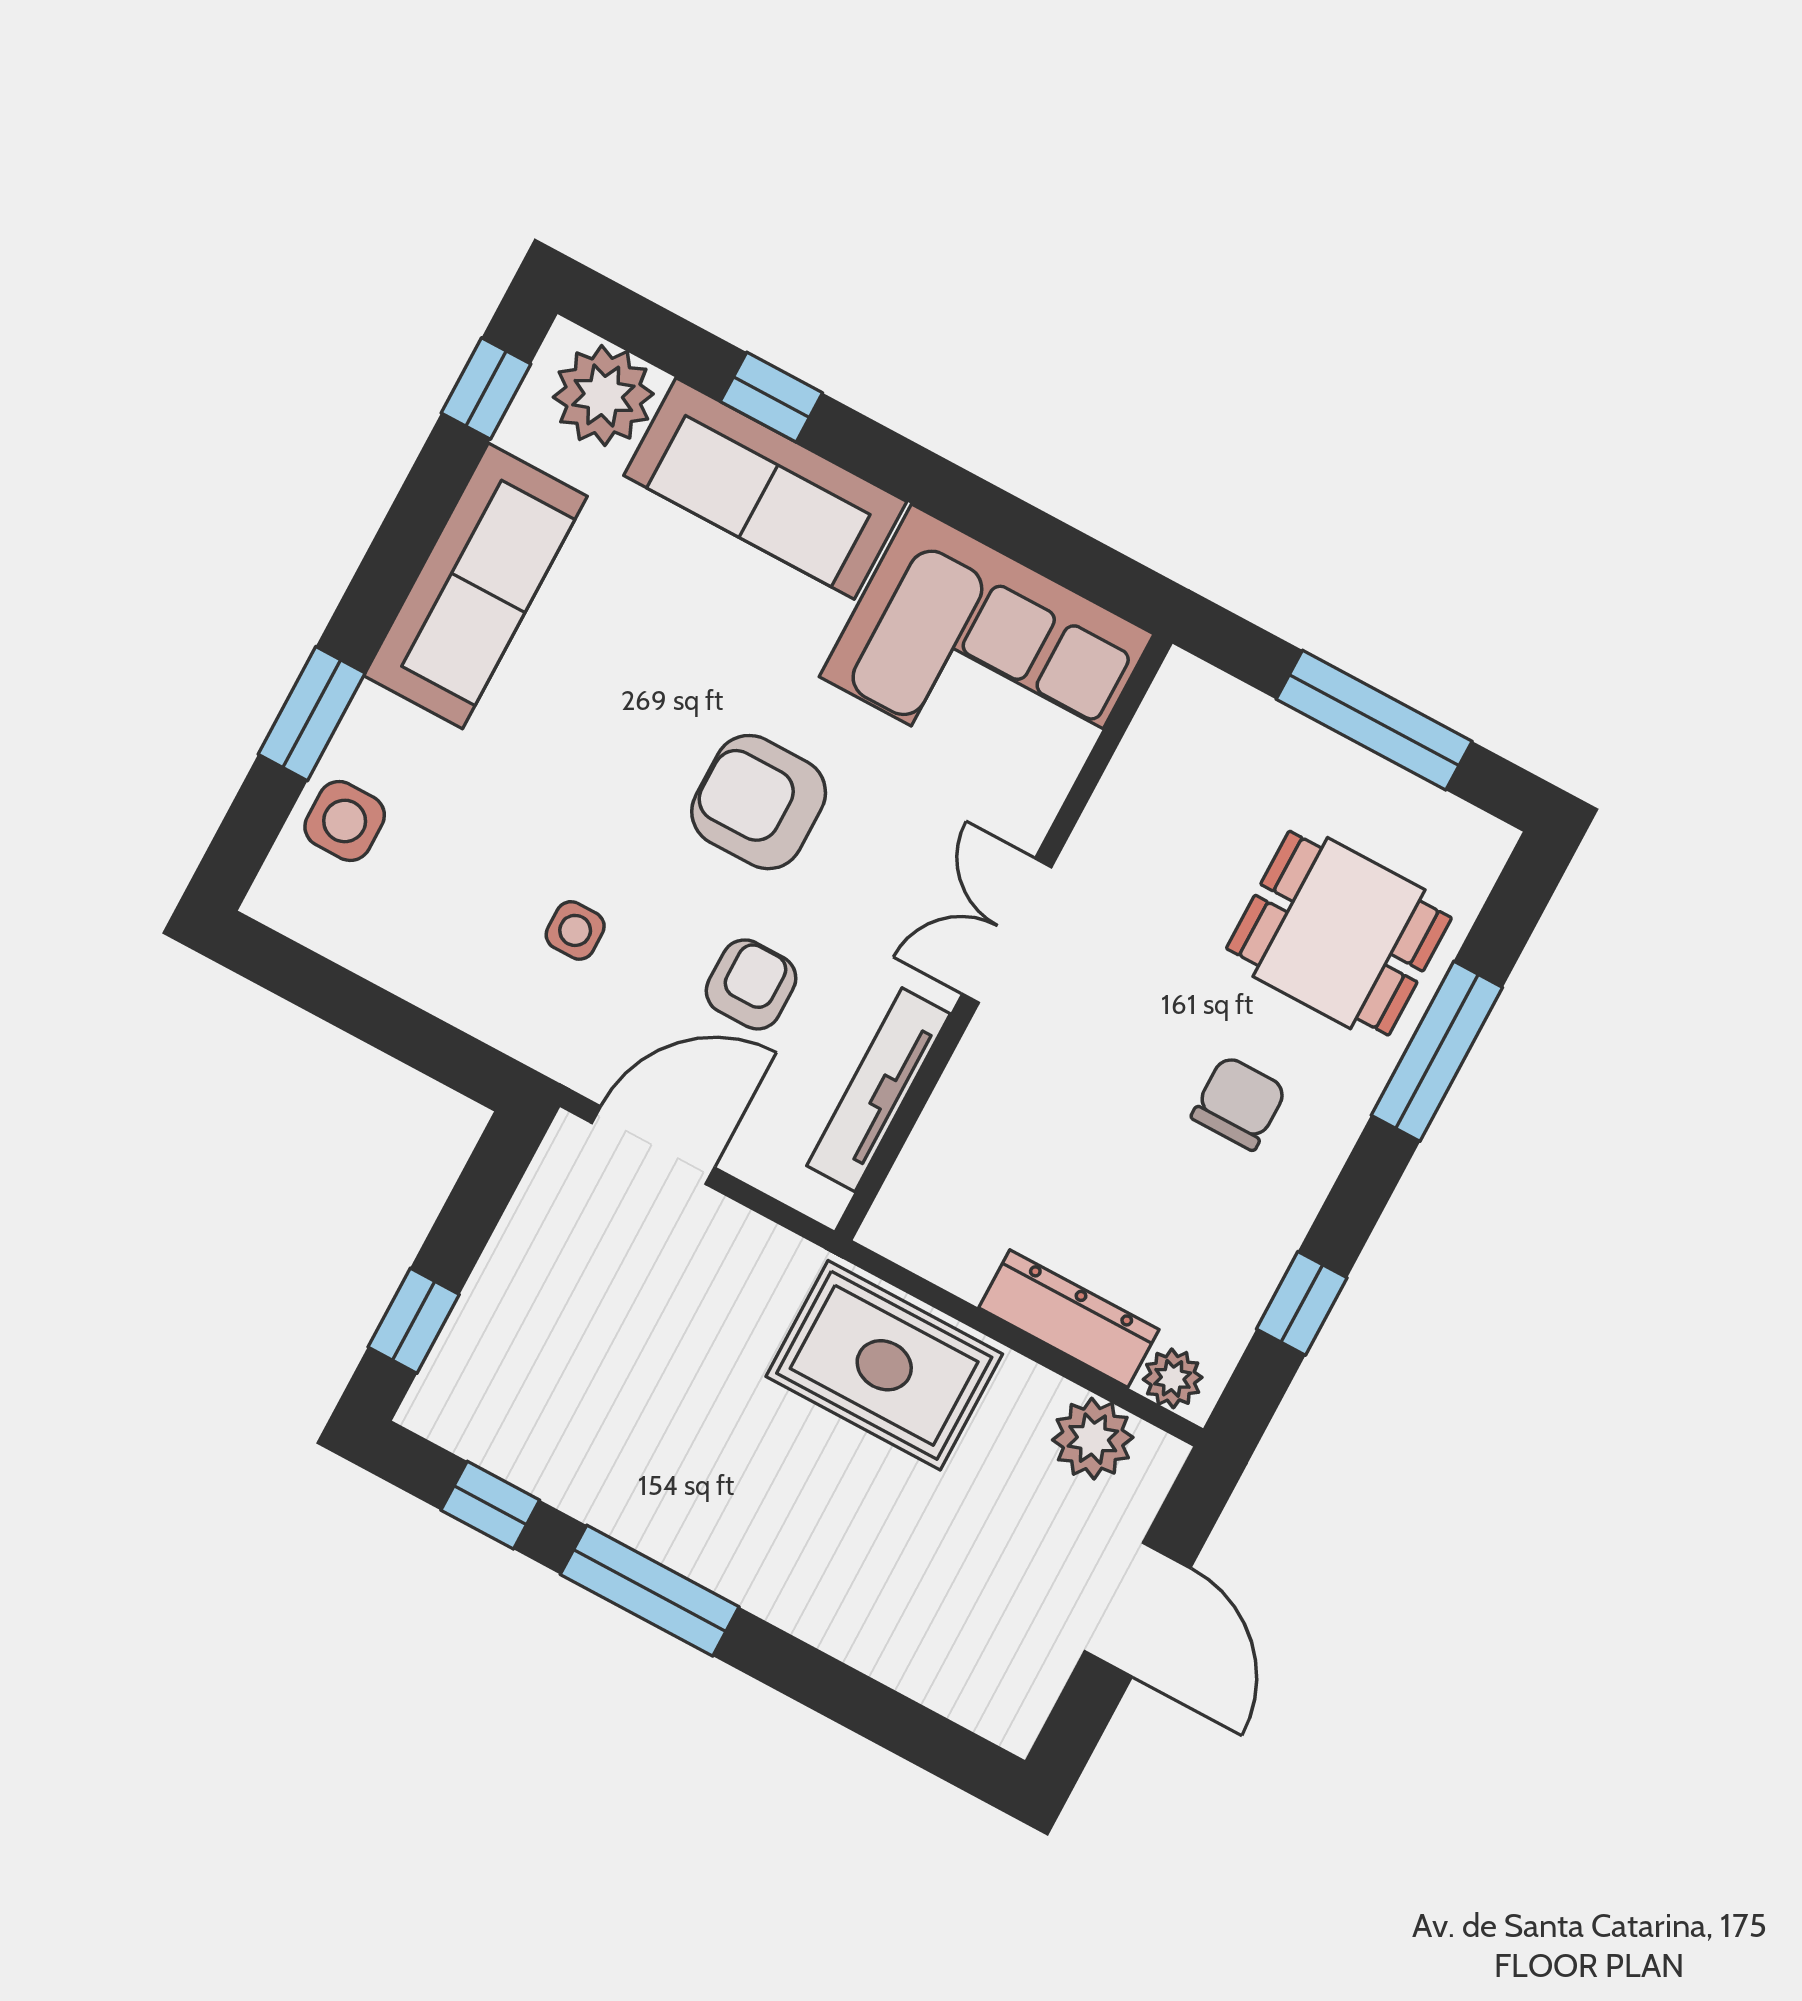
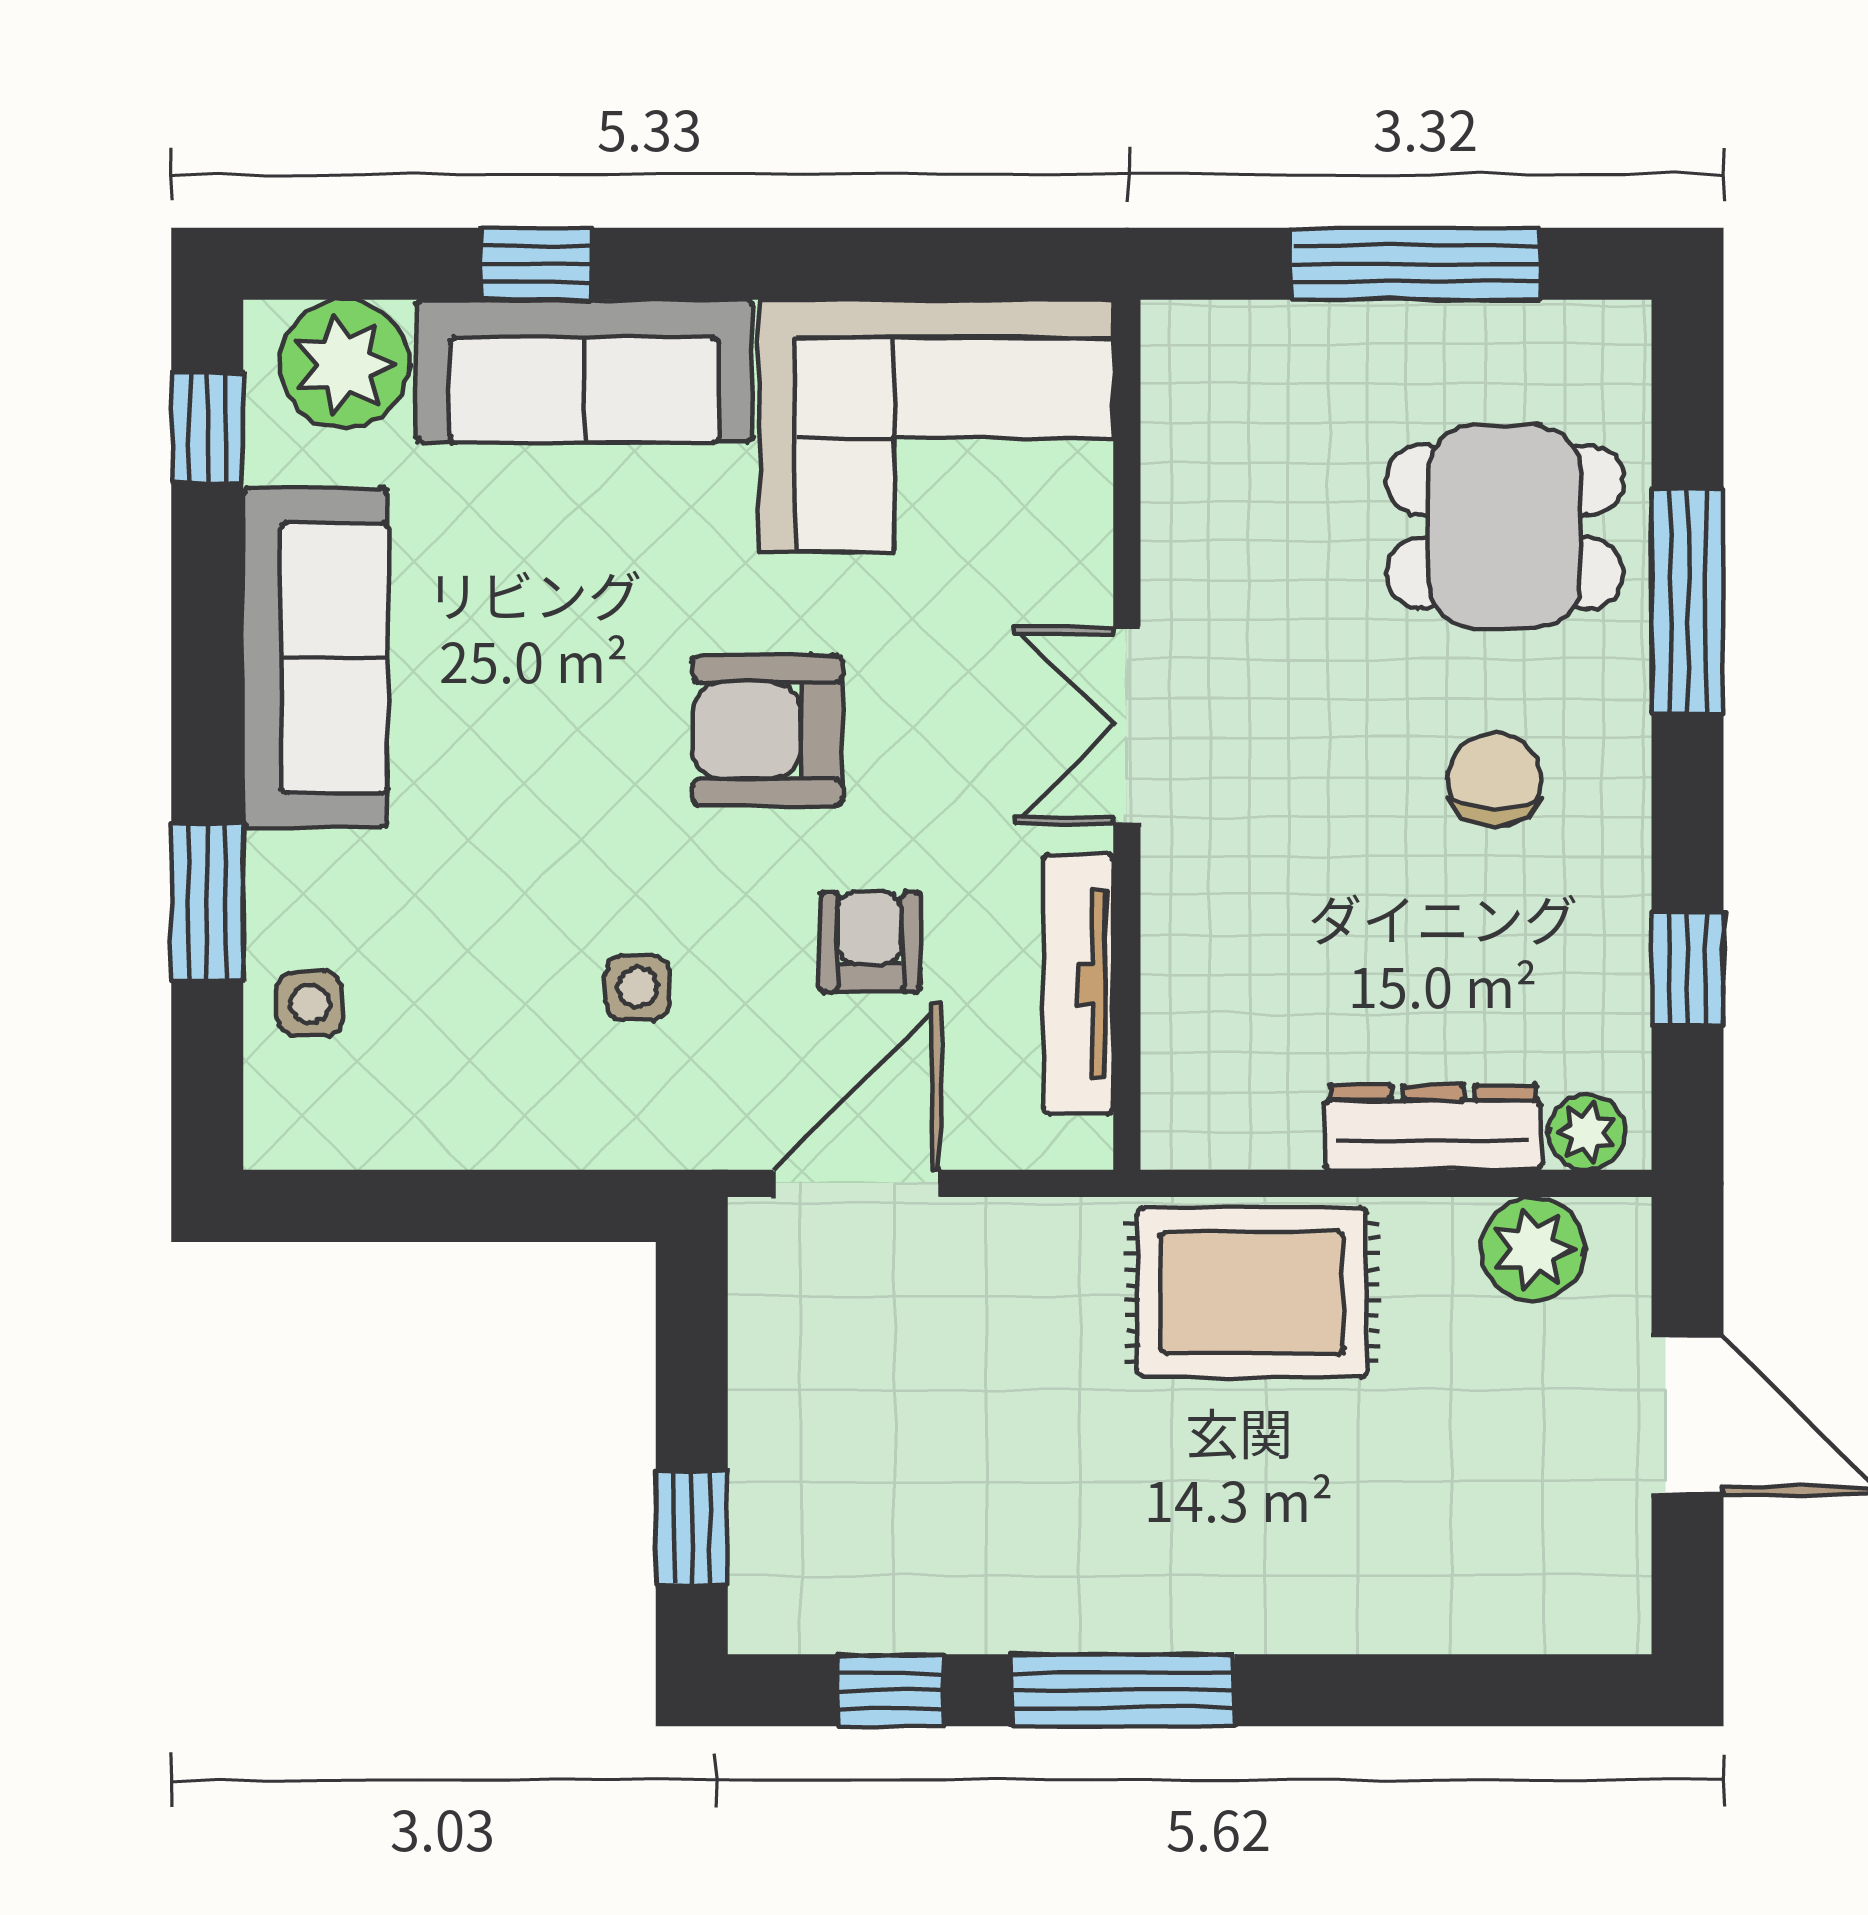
side table: (345, 821) -> (310, 1004), width x0.73, depth x0.73

